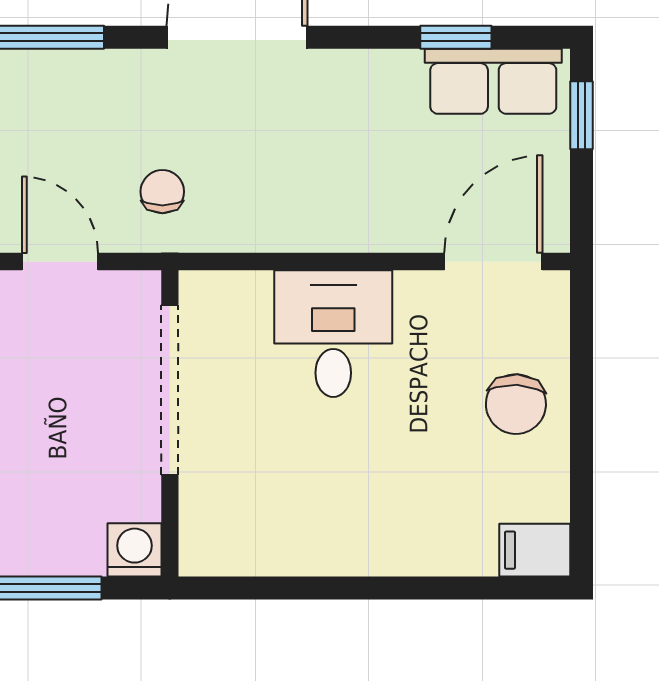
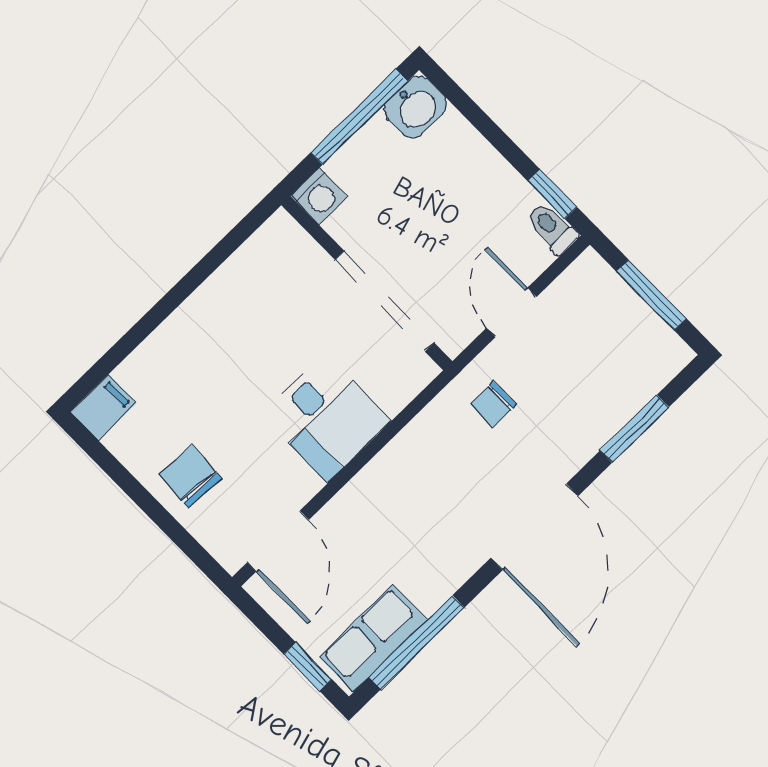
window: (456, 37) -> (417, 642), width x2.17
chair: (162, 192) -> (493, 404), turned 90
door: (60, 262) -> (512, 312), swing flipped

